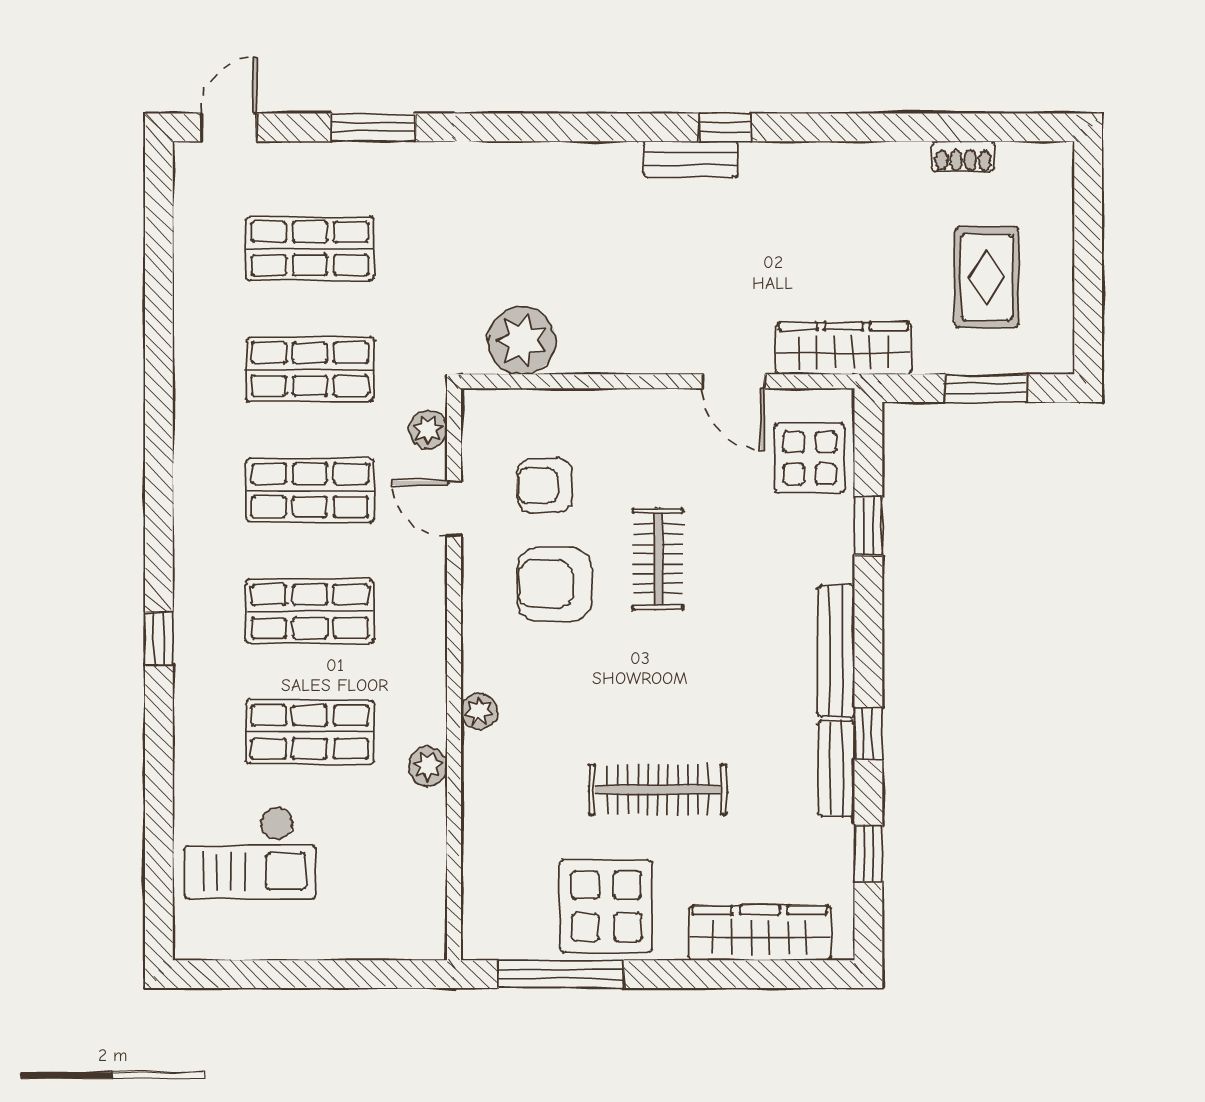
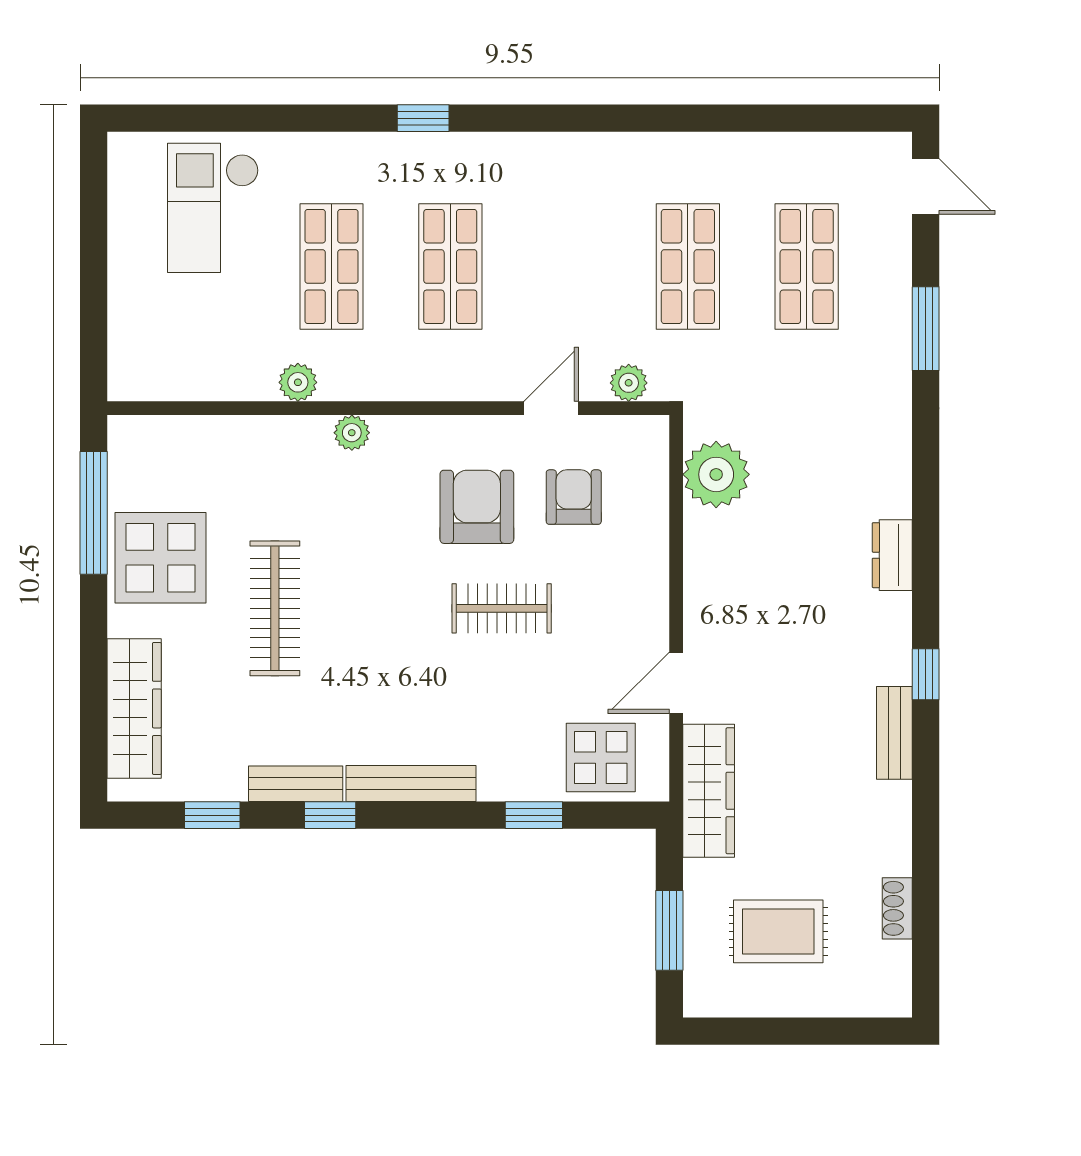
bench: (691, 159) -> (894, 733), moved
dresser: (604, 161) -> (892, 555), added
shop shelf: (310, 490) -> (569, 266), removed

